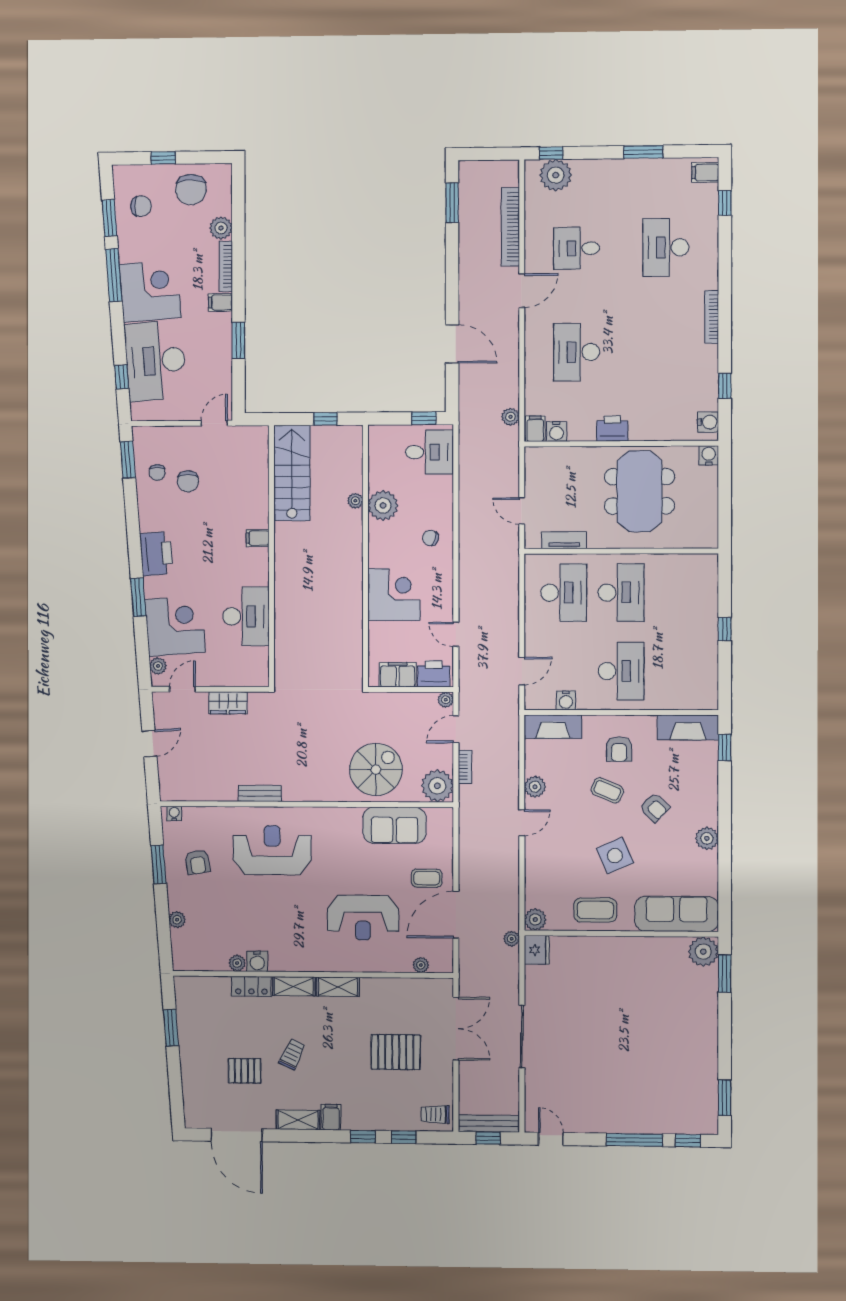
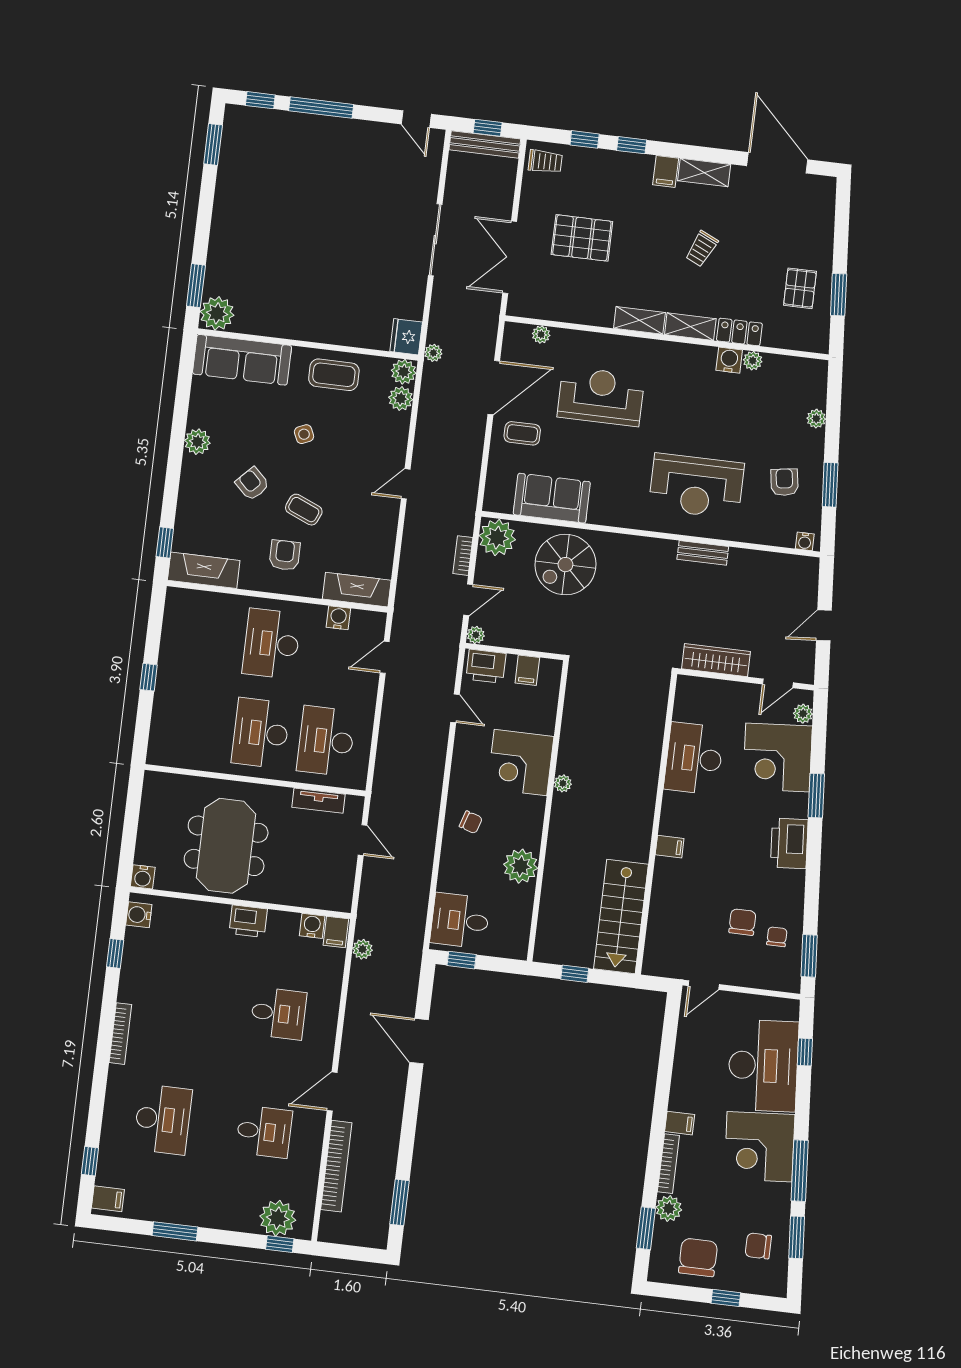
window: (238, 341) -> (646, 1228), moved
desk: (577, 352) -> (278, 1013), width x0.73
plant: (355, 501) -> (563, 783), moved
filing cabinet: (398, 675) -> (527, 670), width x0.50
wardrobe: (228, 703) -> (716, 660), width x1.50
plant: (535, 787) -> (401, 398), moved
side table: (615, 856) -> (304, 434), width x0.54, depth x0.54
pallet: (244, 1071) -> (800, 288), moved, turned 90

